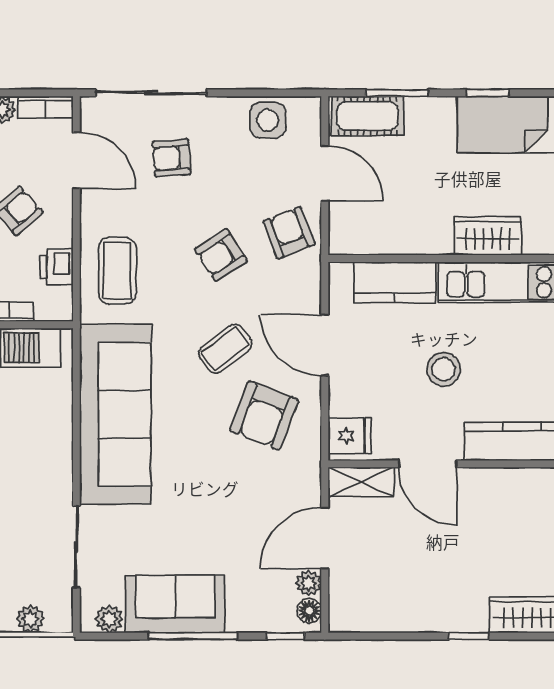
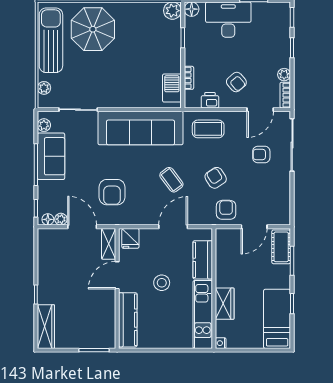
side table: (268, 120) -> (279, 200), removed
armchair: (172, 158) -> (261, 155), turned -86
armchair: (289, 233) -> (226, 210), turned -69
armchair: (264, 415) -> (112, 192), moved, turned -111

